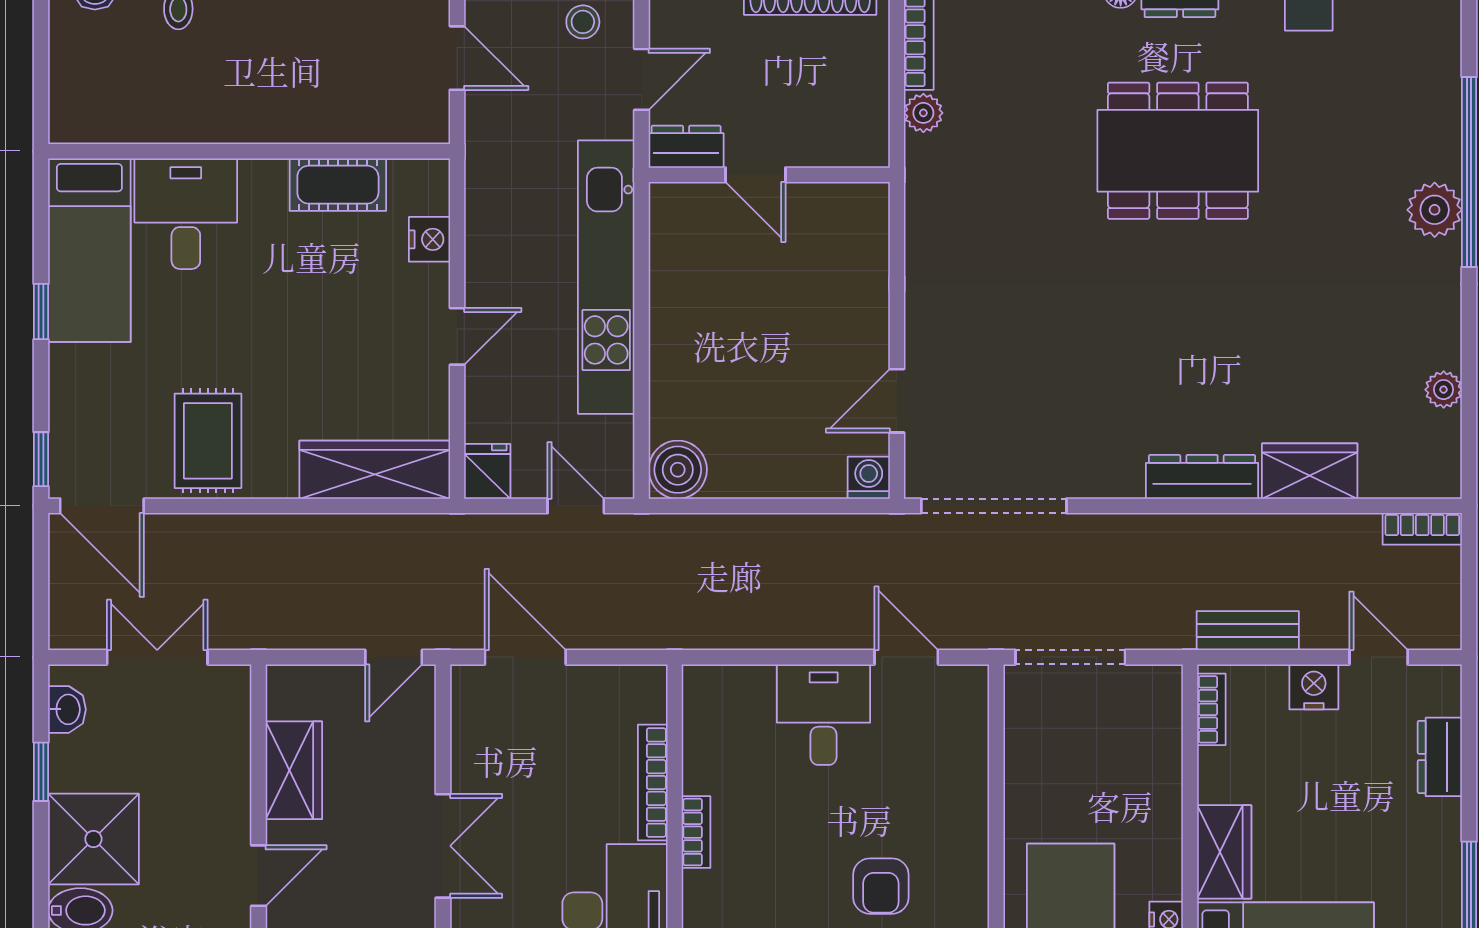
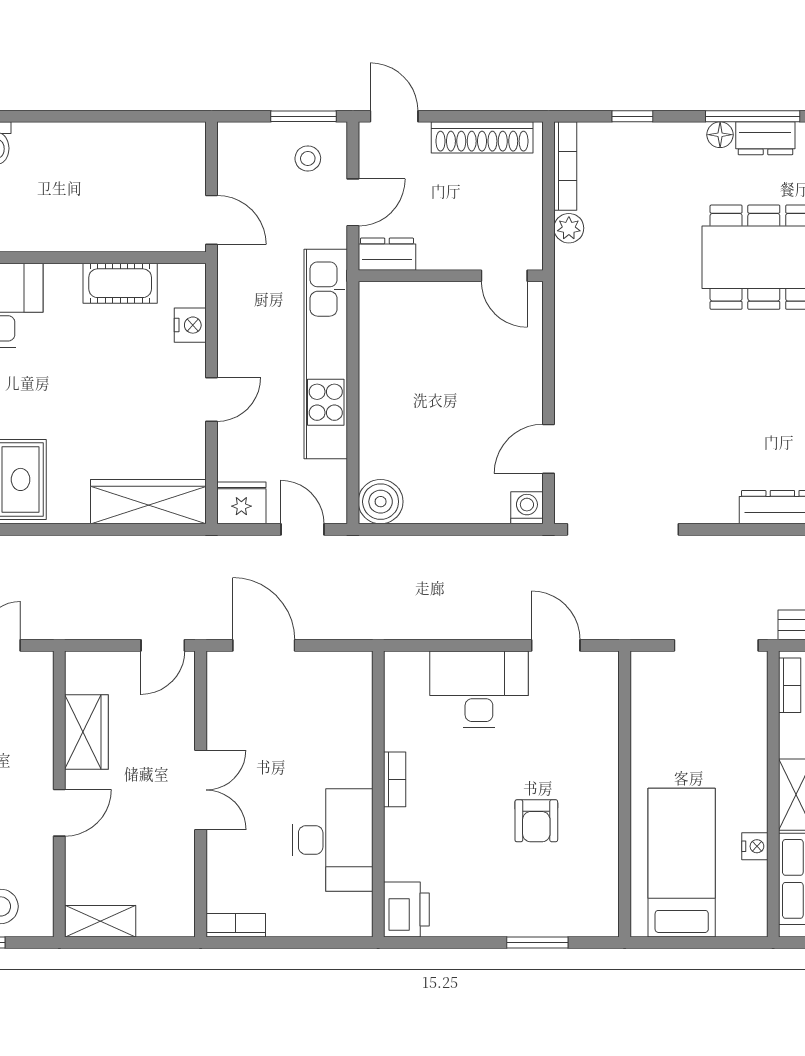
door: (457, 58) -> (211, 220), moved
door: (755, 175) -> (504, 276), moved
fridge: (487, 471) -> (241, 503), width x1.38
doorway: (1070, 657) -> (716, 645), moved
desk: (824, 715) -> (479, 689), width x1.37
bookcase: (653, 783) -> (361, 741), removed

